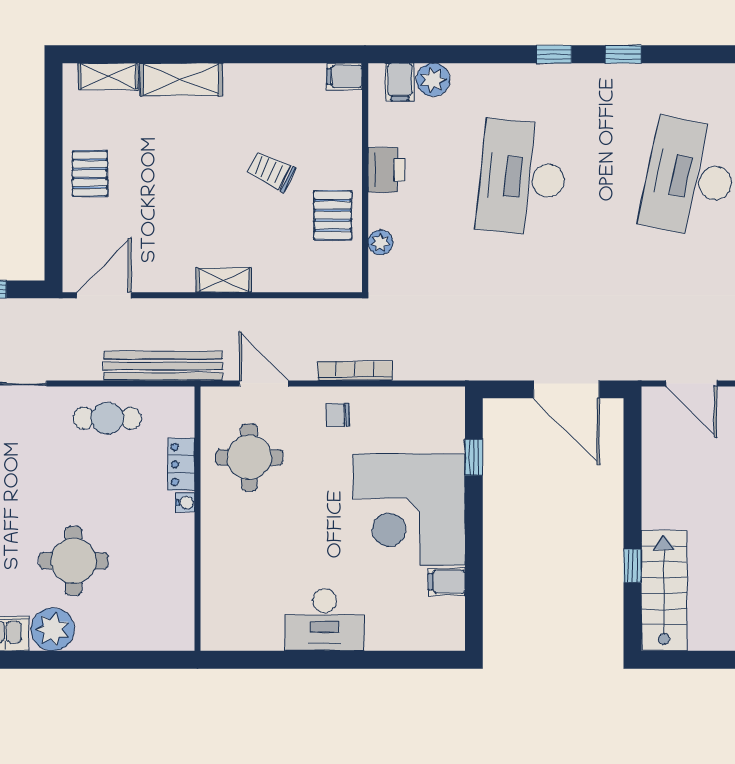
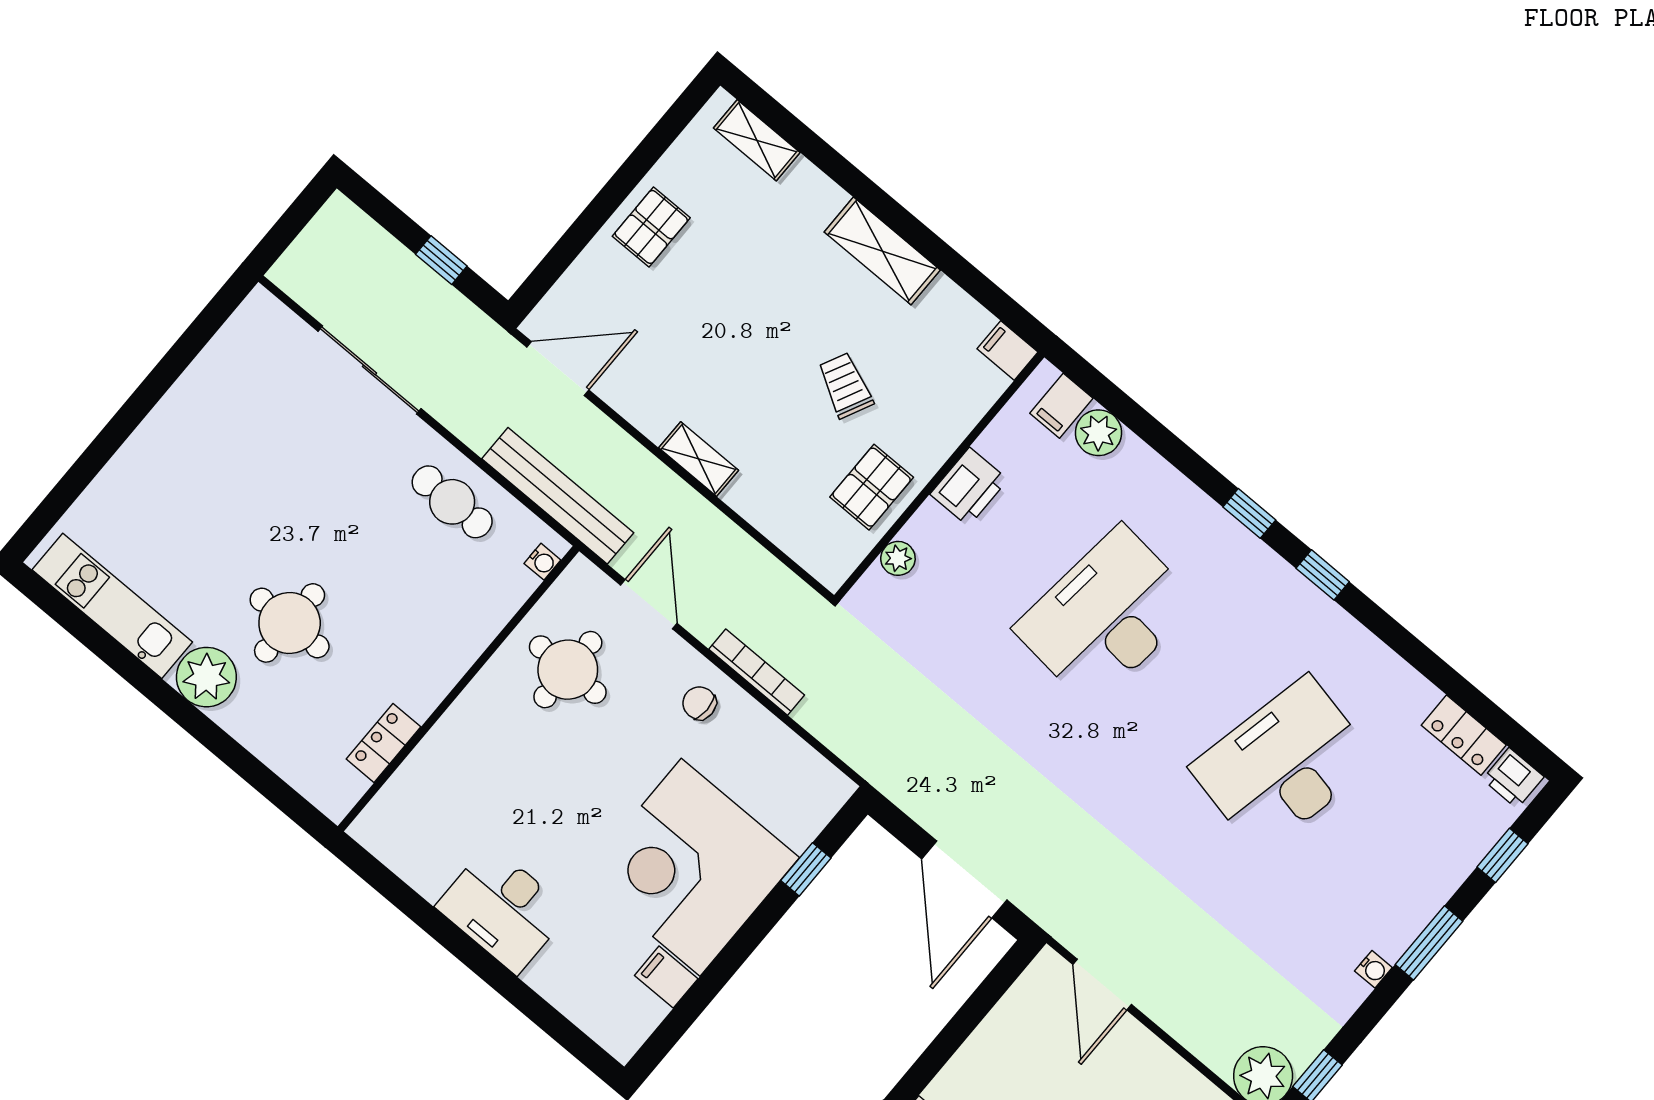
shelving: (181, 80) -> (882, 251), moved
locker: (181, 464) -> (384, 743), moved
water cooler: (185, 502) -> (542, 562), moved

